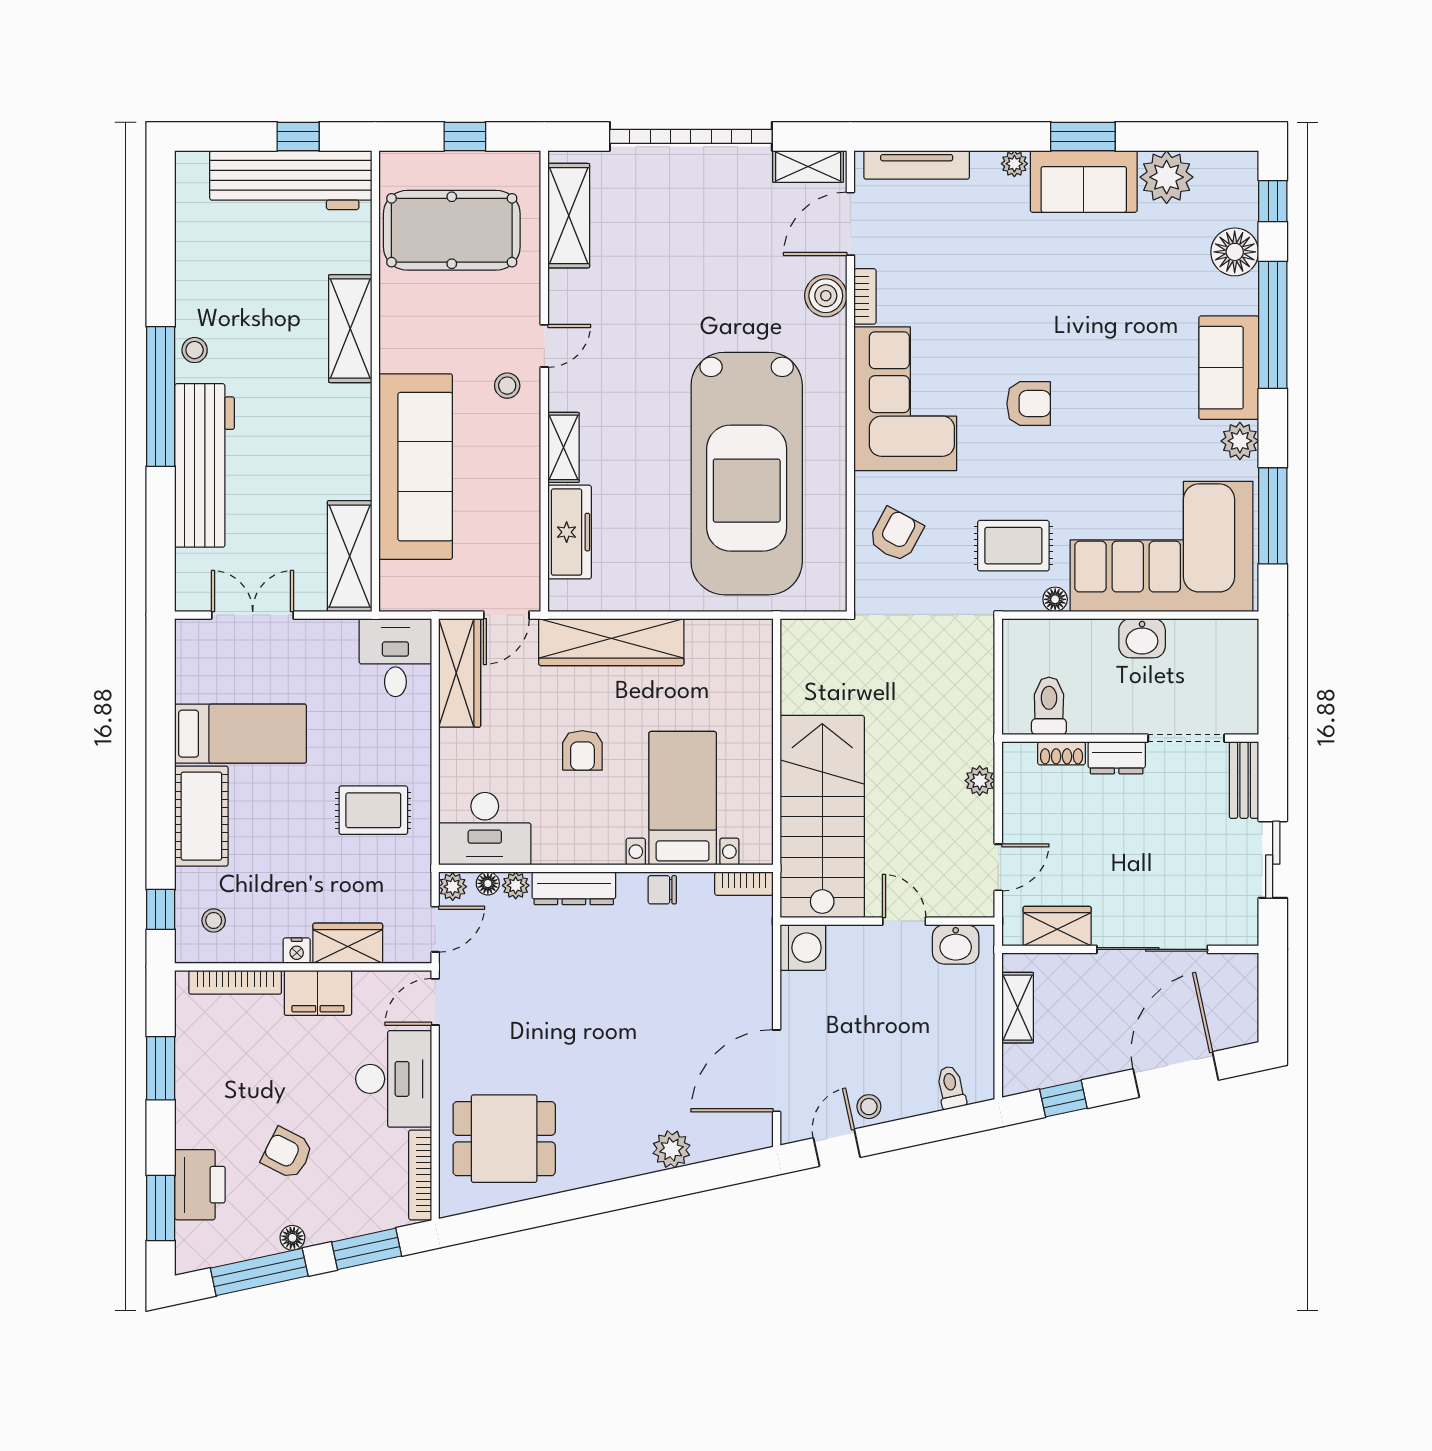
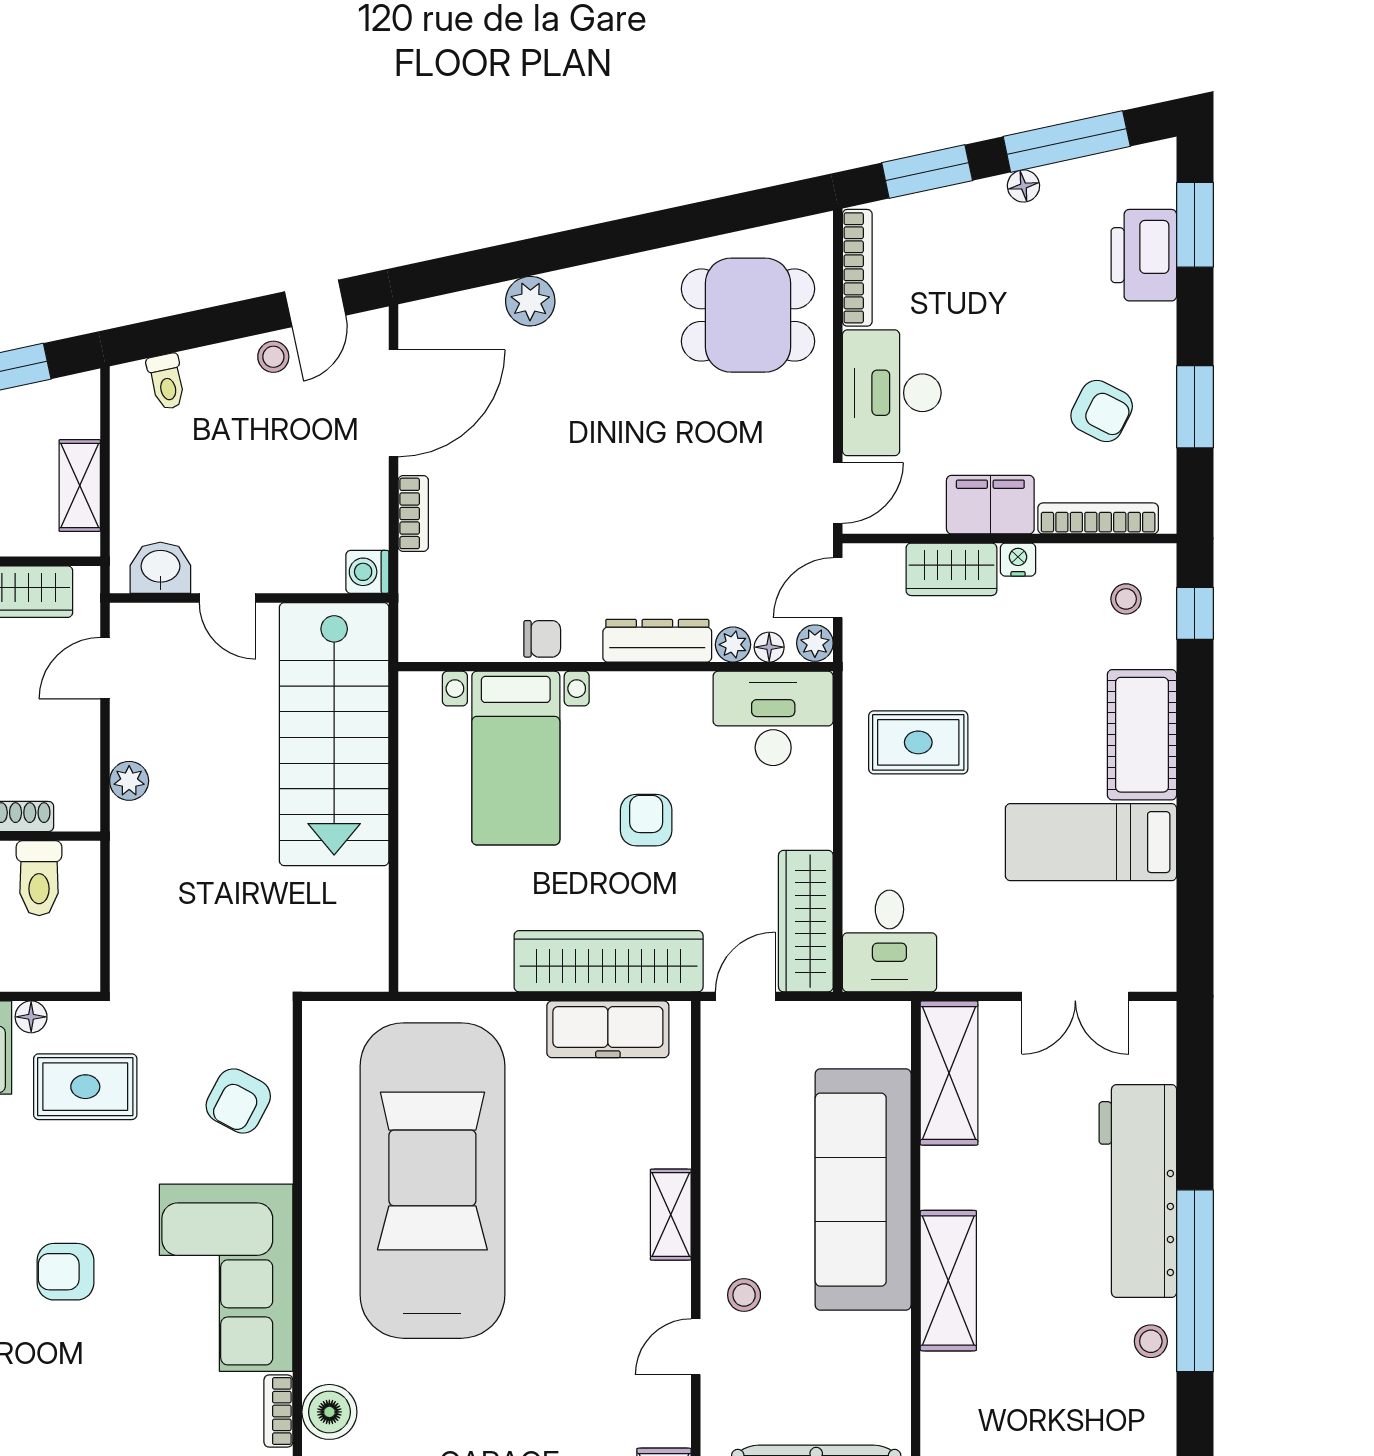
shelving: (350, 329) -> (948, 1281), moved
freezer: (570, 532) -> (608, 1029), moved, turned -90
bookcase: (744, 884) -> (413, 513), moved, turned 90
washing machine: (803, 948) -> (367, 572), width x0.73, depth x0.73
armchair: (287, 1153) -> (1102, 411), moved

